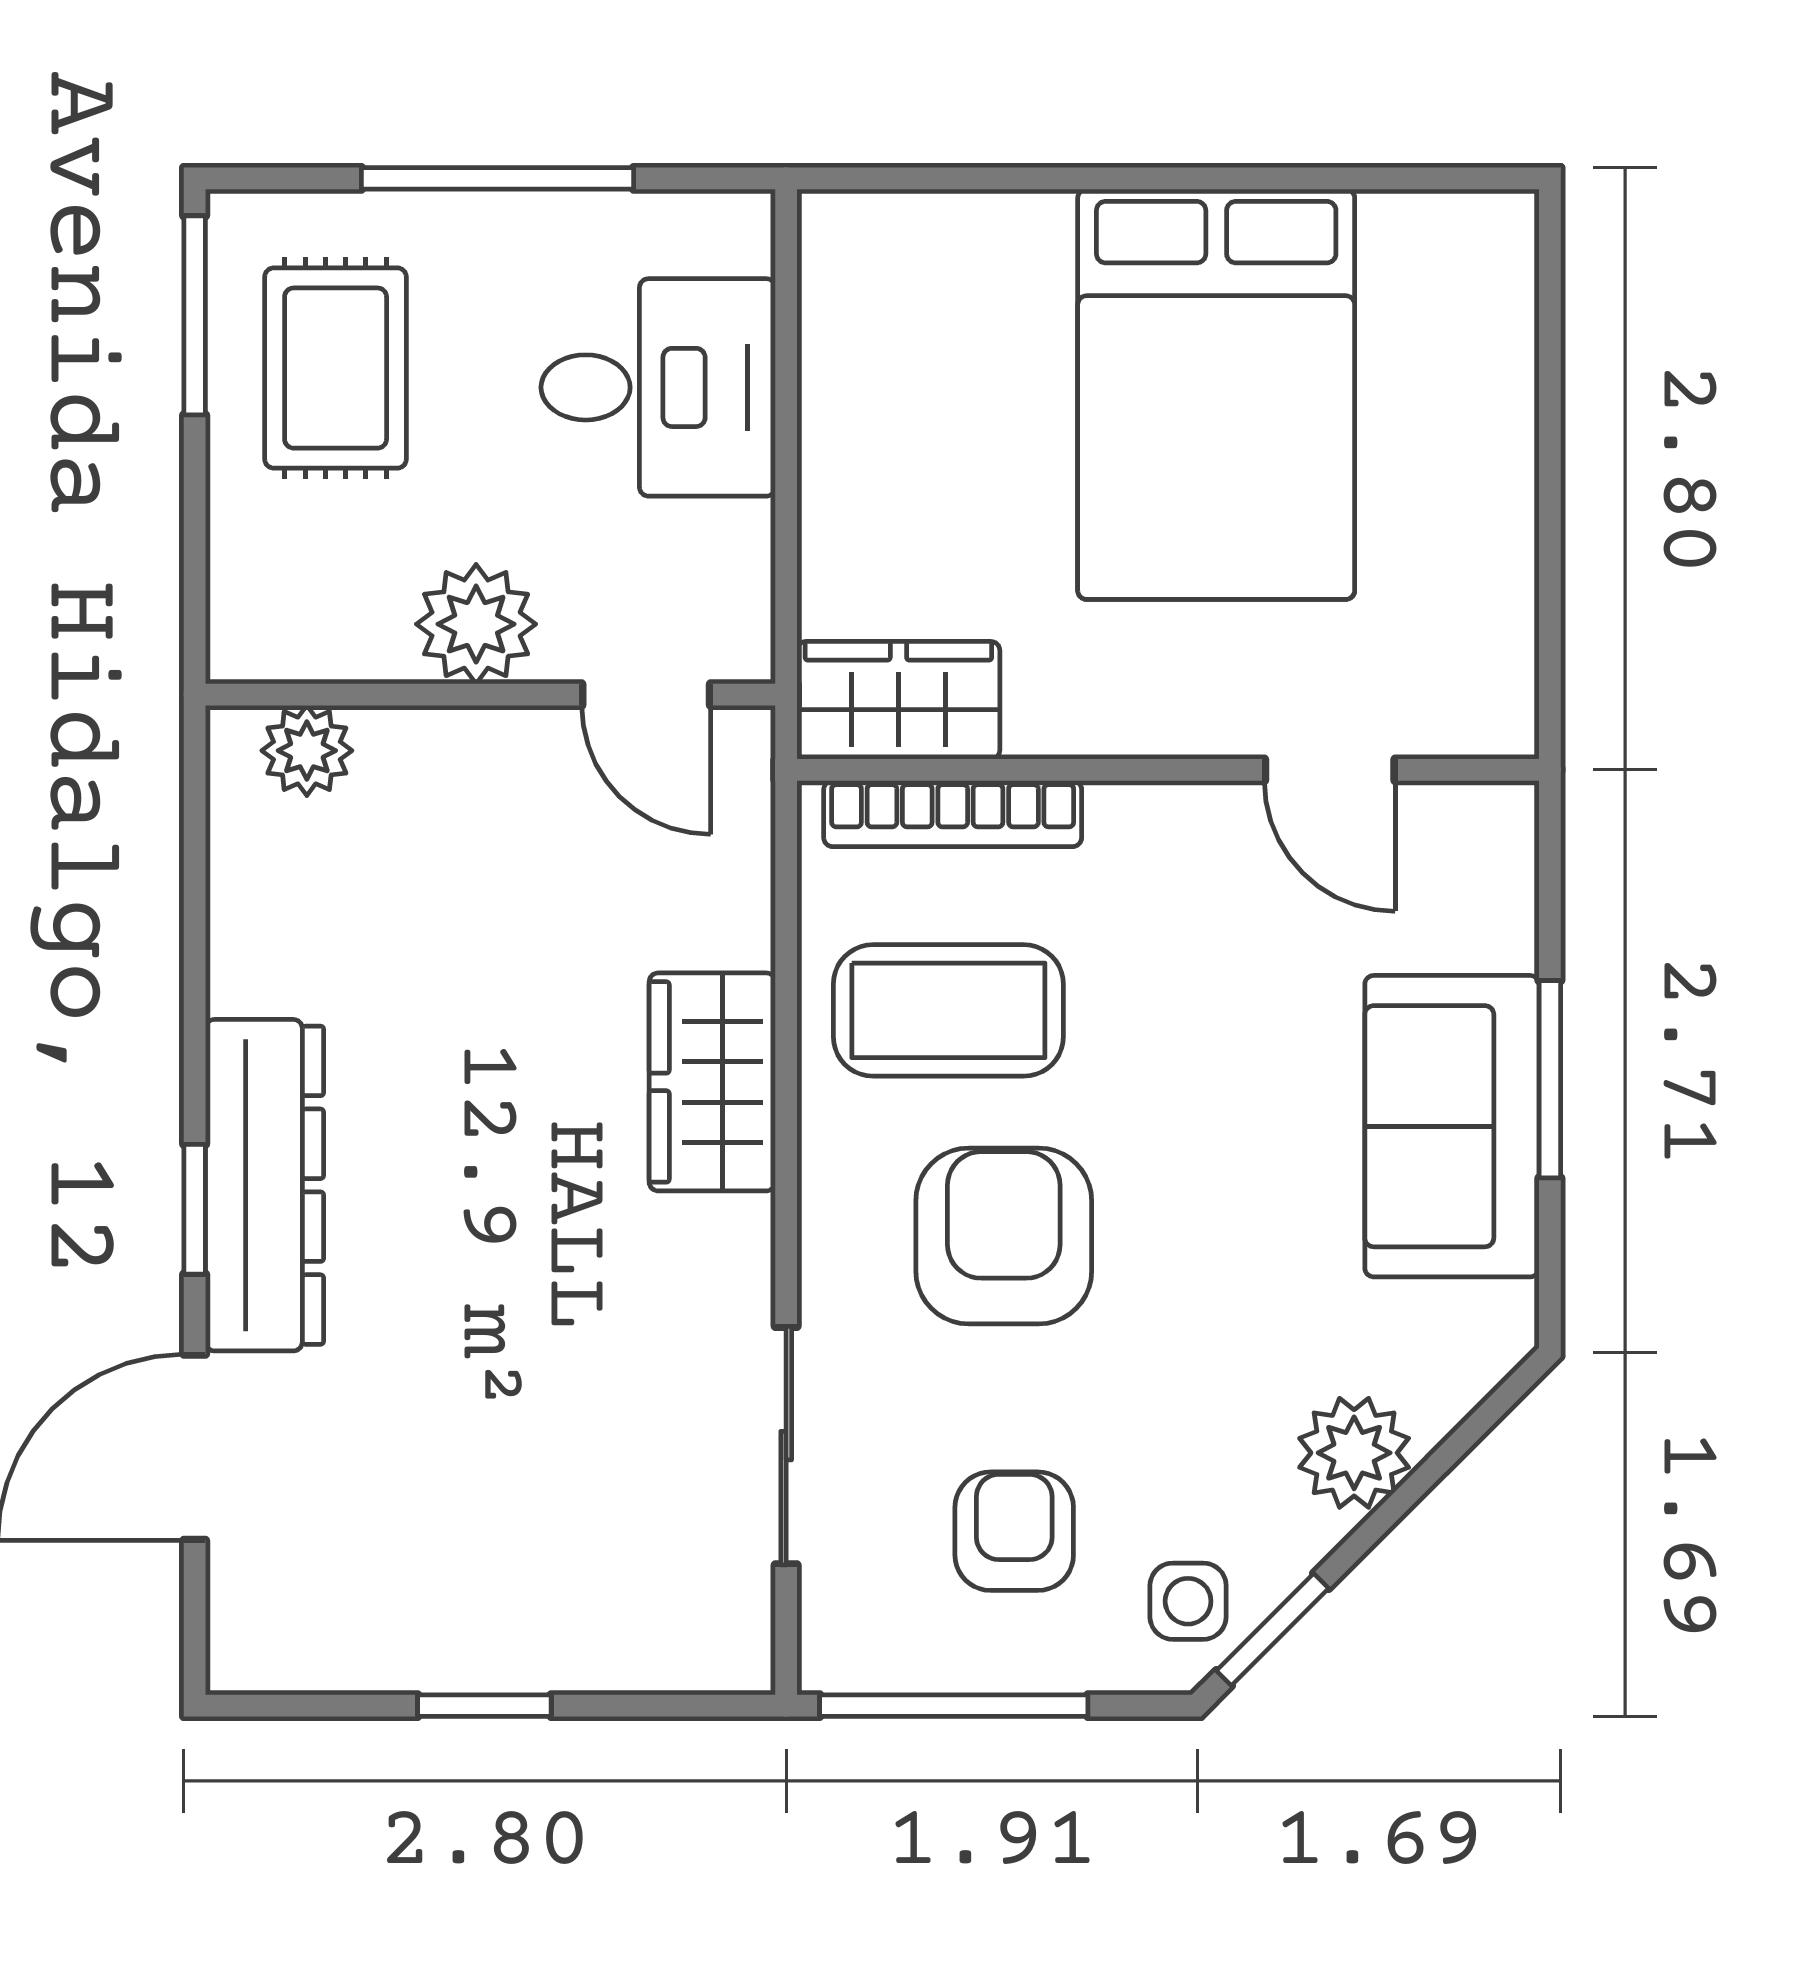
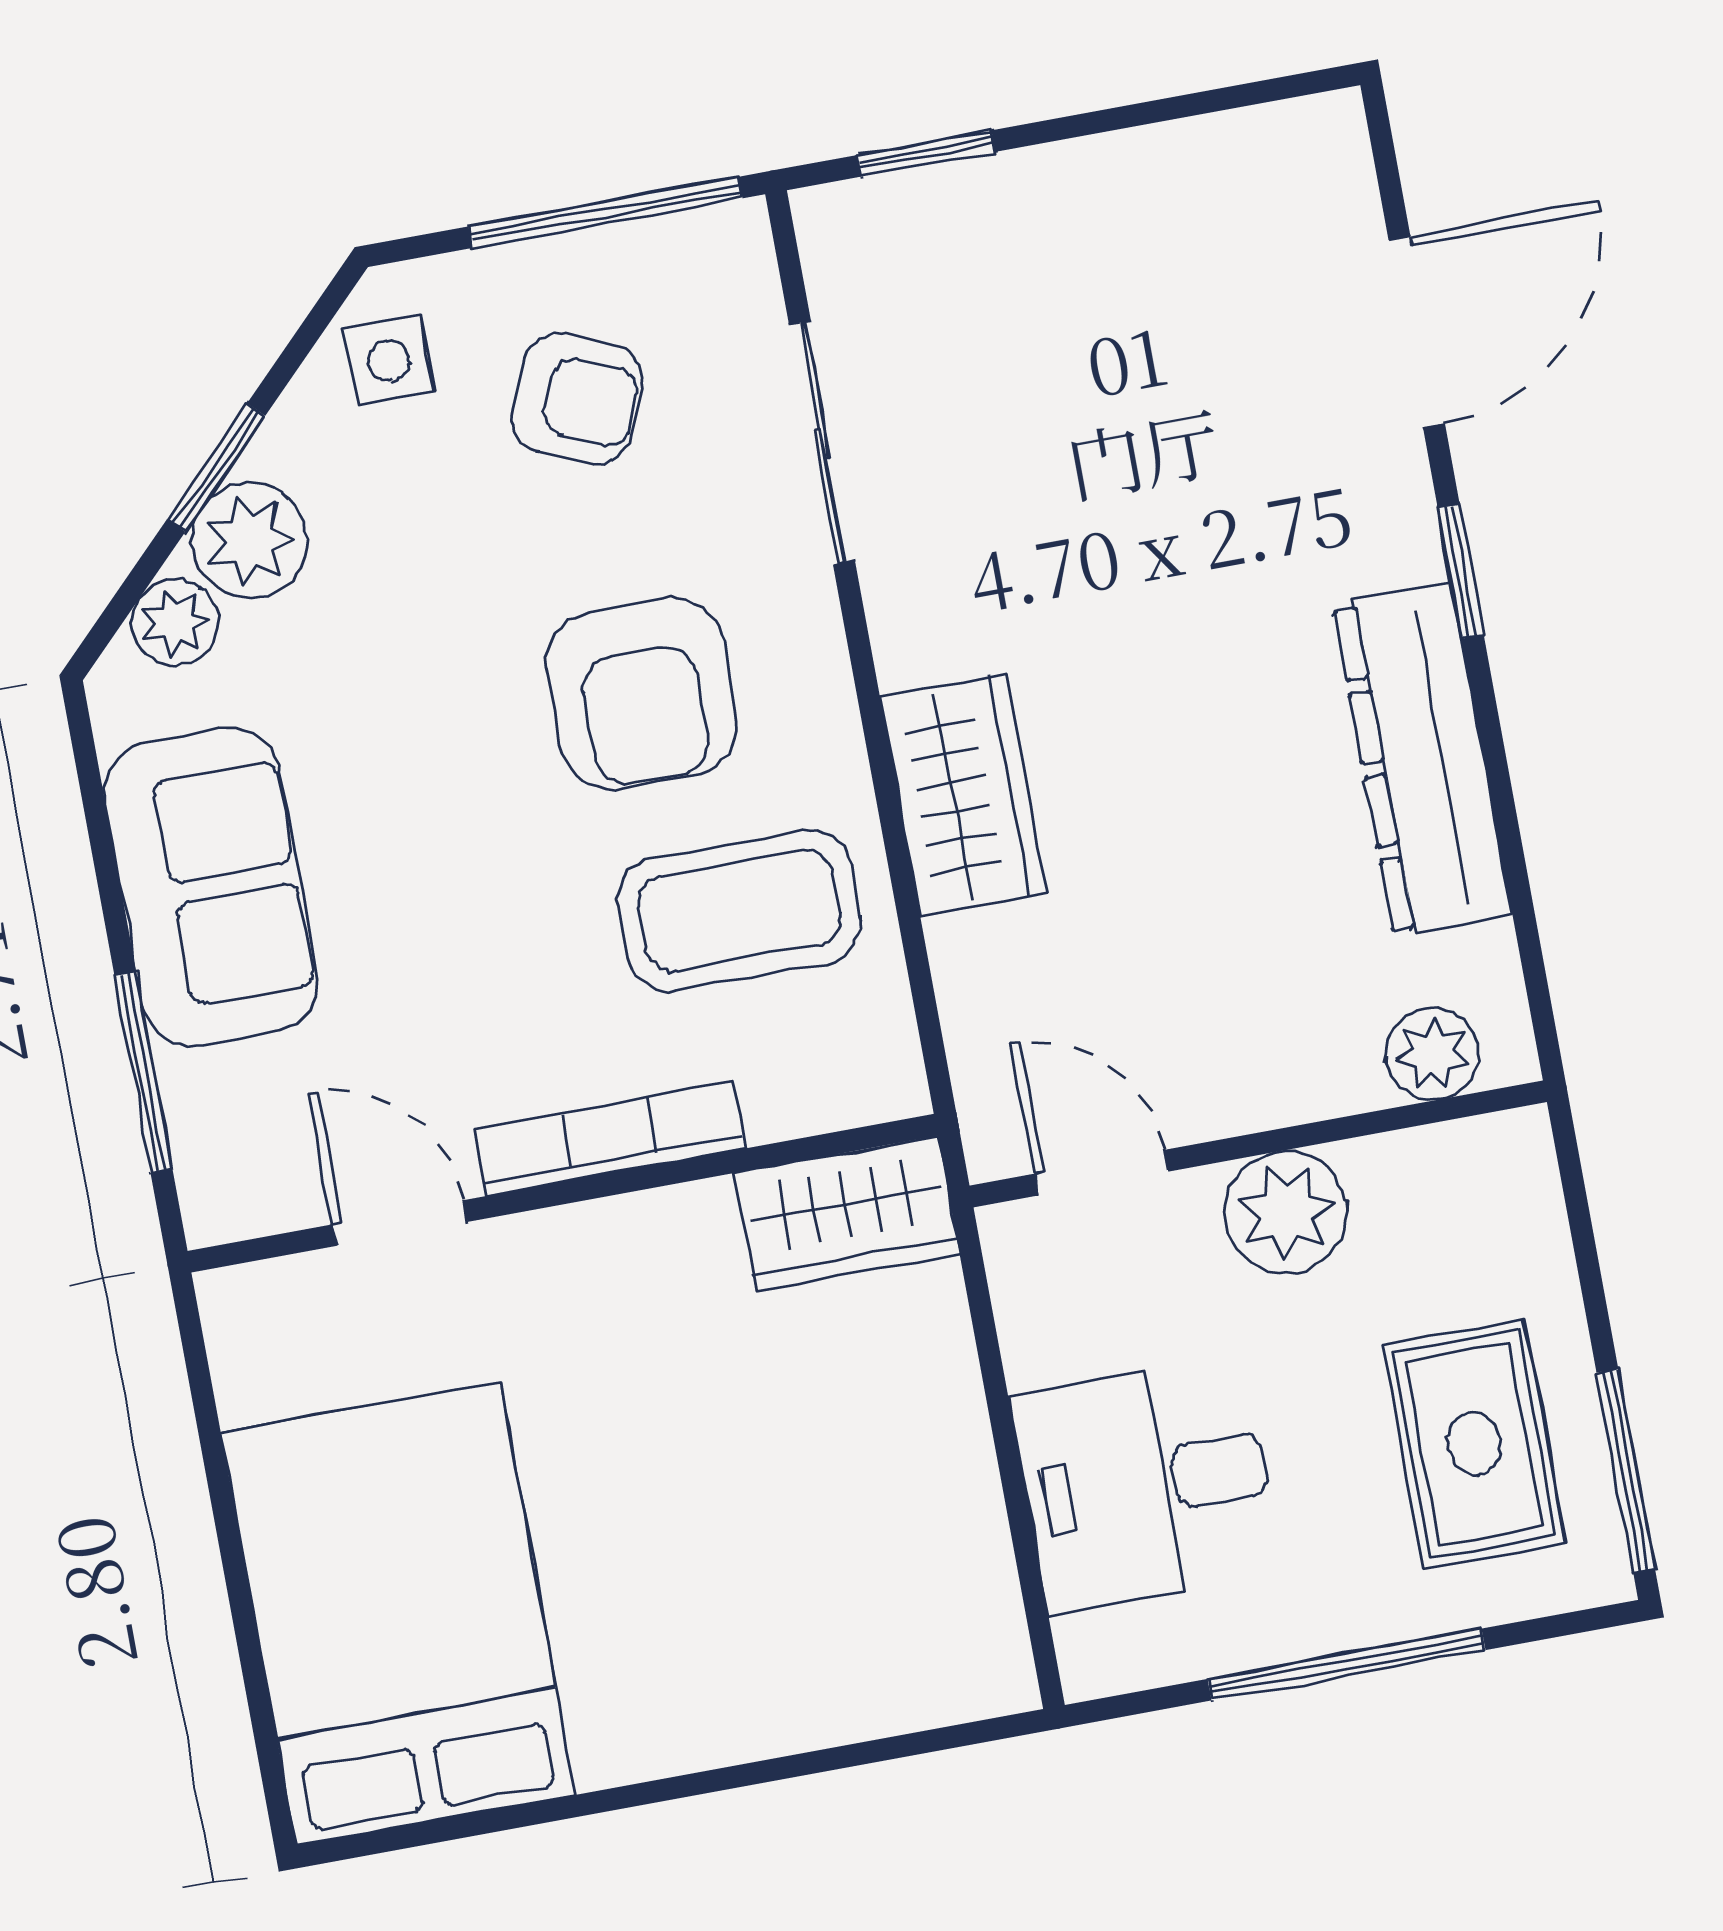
bed: (1216, 394) -> (398, 1614), moved
bookcase: (953, 814) -> (610, 1139), moved
window: (1550, 1079) -> (143, 1072), moved
dresser: (265, 1185) -> (1423, 760), moved
plant: (1440, 1387) -> (175, 623), added
armchair: (1014, 1531) -> (577, 399), turned -67
window: (1273, 1630) -> (216, 468), moved
window: (484, 1706) -> (926, 154), moved

